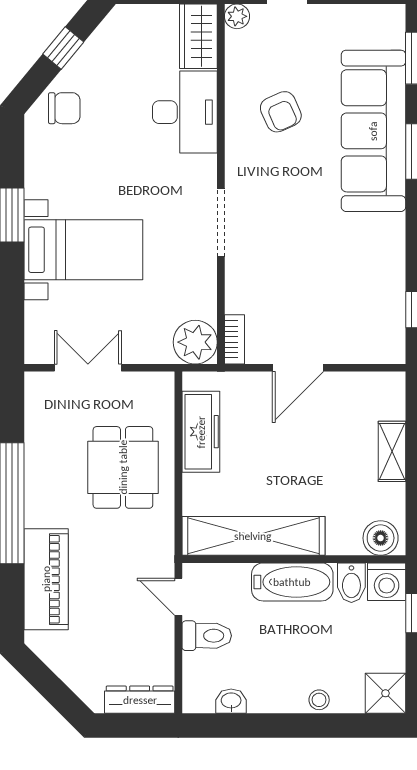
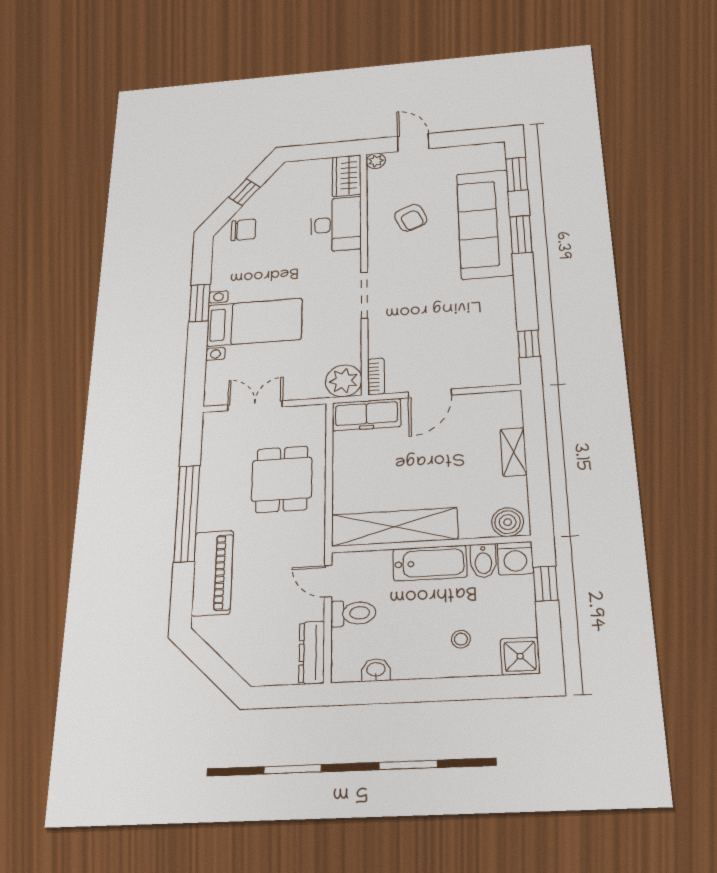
freezer: (201, 432) -> (366, 415), moved, turned 90
dresser: (140, 700) -> (312, 652), moved, turned -90
stool: (319, 700) -> (461, 639), moved

